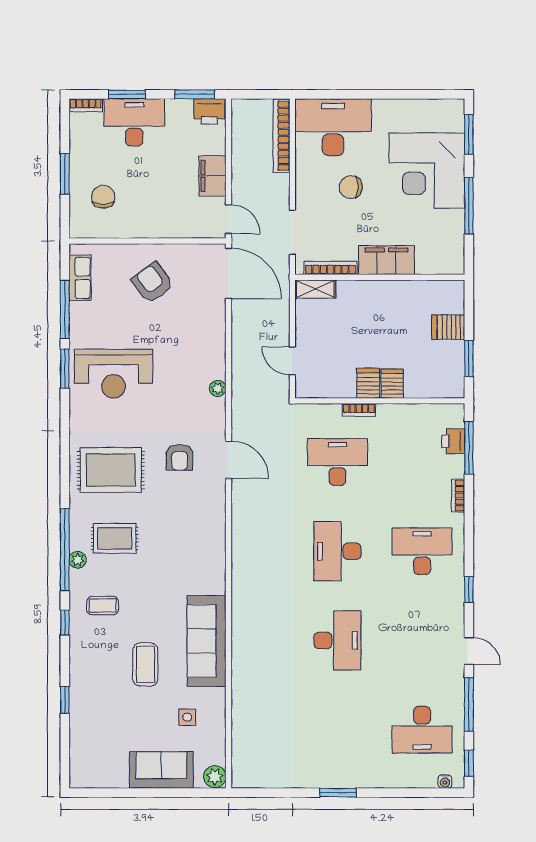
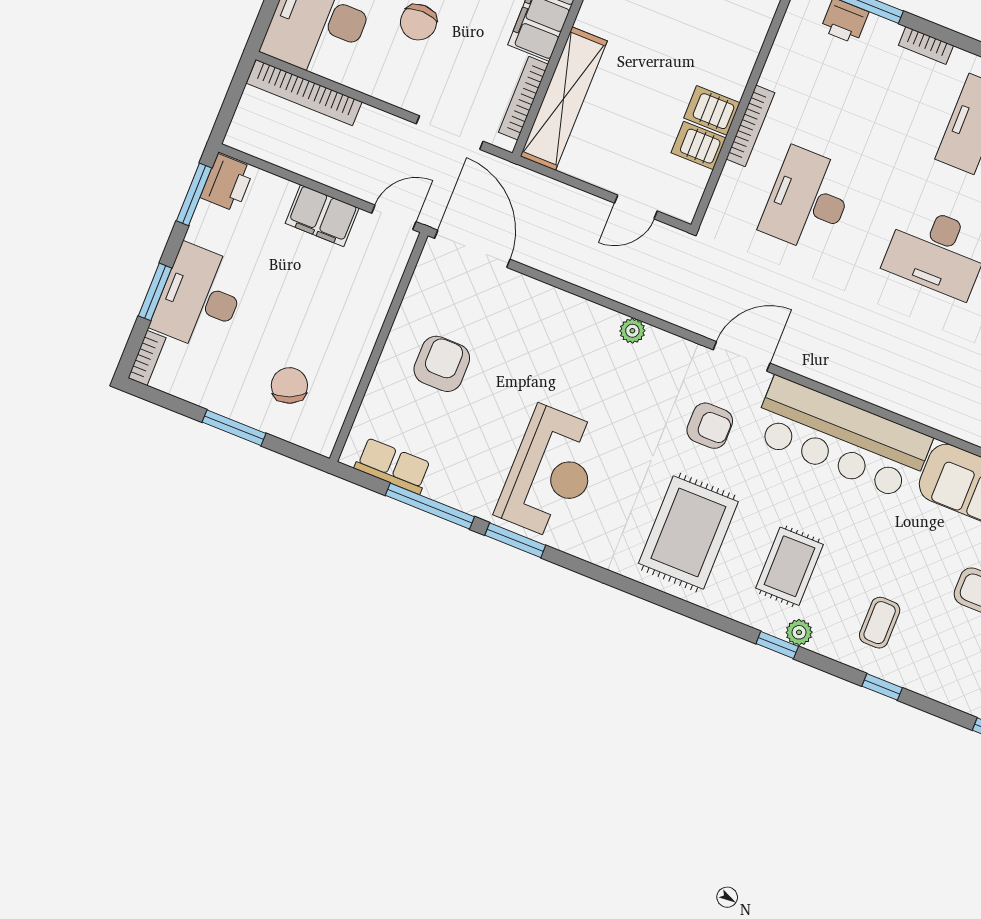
chair: (103, 197) -> (289, 385), turned 67
door: (228, 273) -> (472, 249), hinge flipped
armchair: (152, 283) -> (442, 364), turned 126
shelving: (315, 289) -> (564, 99), width x2.20, depth x1.33
server rack: (392, 384) -> (698, 145), moved
bookcase: (359, 410) -> (750, 126), width x1.56
bar counter: (203, 539) -> (841, 438), added
window: (65, 550) -> (777, 645), width x0.32

